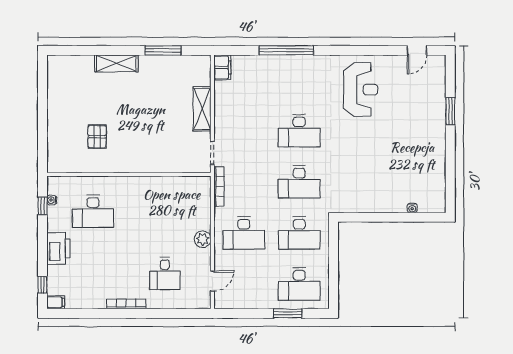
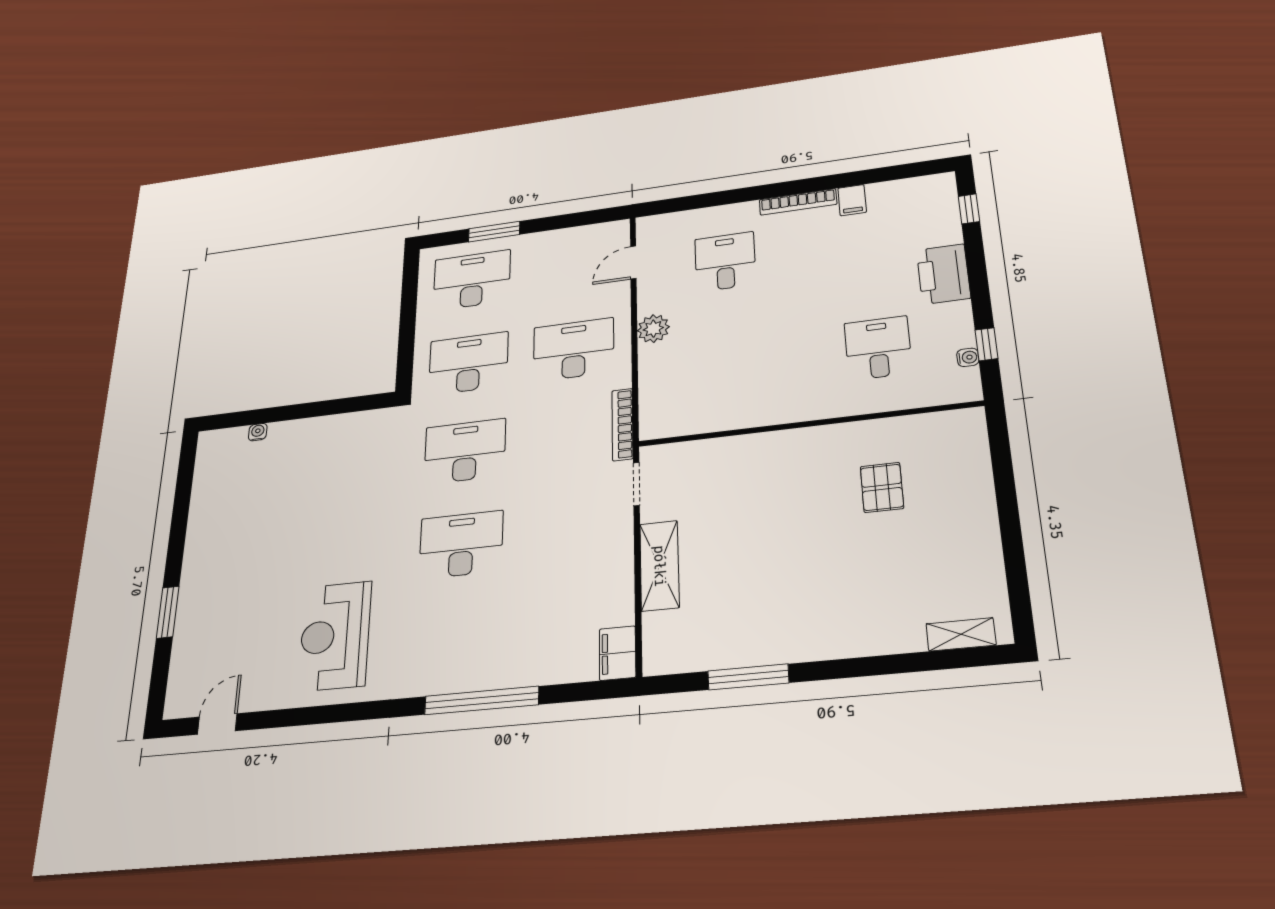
shelving: (116, 63) -> (961, 634), moved, width x0.67, depth x0.75
desk: (93, 211) -> (878, 348), width x0.73
filing cabinet: (56, 302) -> (852, 200), moved, turned -90

